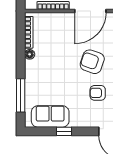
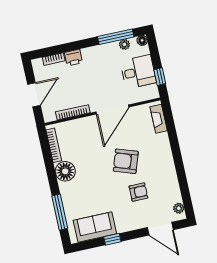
floor lamp: (30, 54) -> (65, 171), width x1.89, depth x1.89
armchair: (98, 93) -> (138, 192), turned 180

